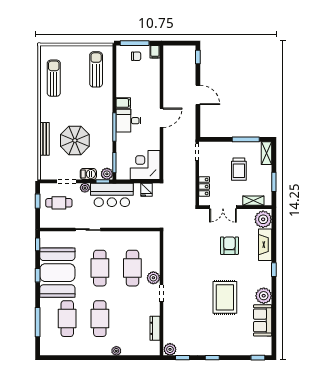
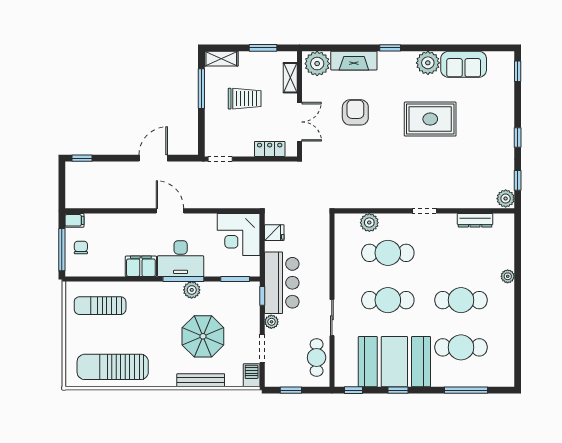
sun lounger: (54, 78) -> (113, 367), width x1.36, depth x1.34
door: (198, 95) -> (153, 158), moved
filing cabinet: (123, 103) -> (141, 266), width x2.00
desk: (129, 121) -> (181, 259), width x1.37
barbecue: (88, 174) -> (252, 375), moved
plant: (107, 174) -> (192, 290), moved
cafe table: (59, 203) -> (317, 358), moved
armchair: (229, 246) -> (355, 112), turned 90
plant: (153, 278) -> (369, 223), moved

